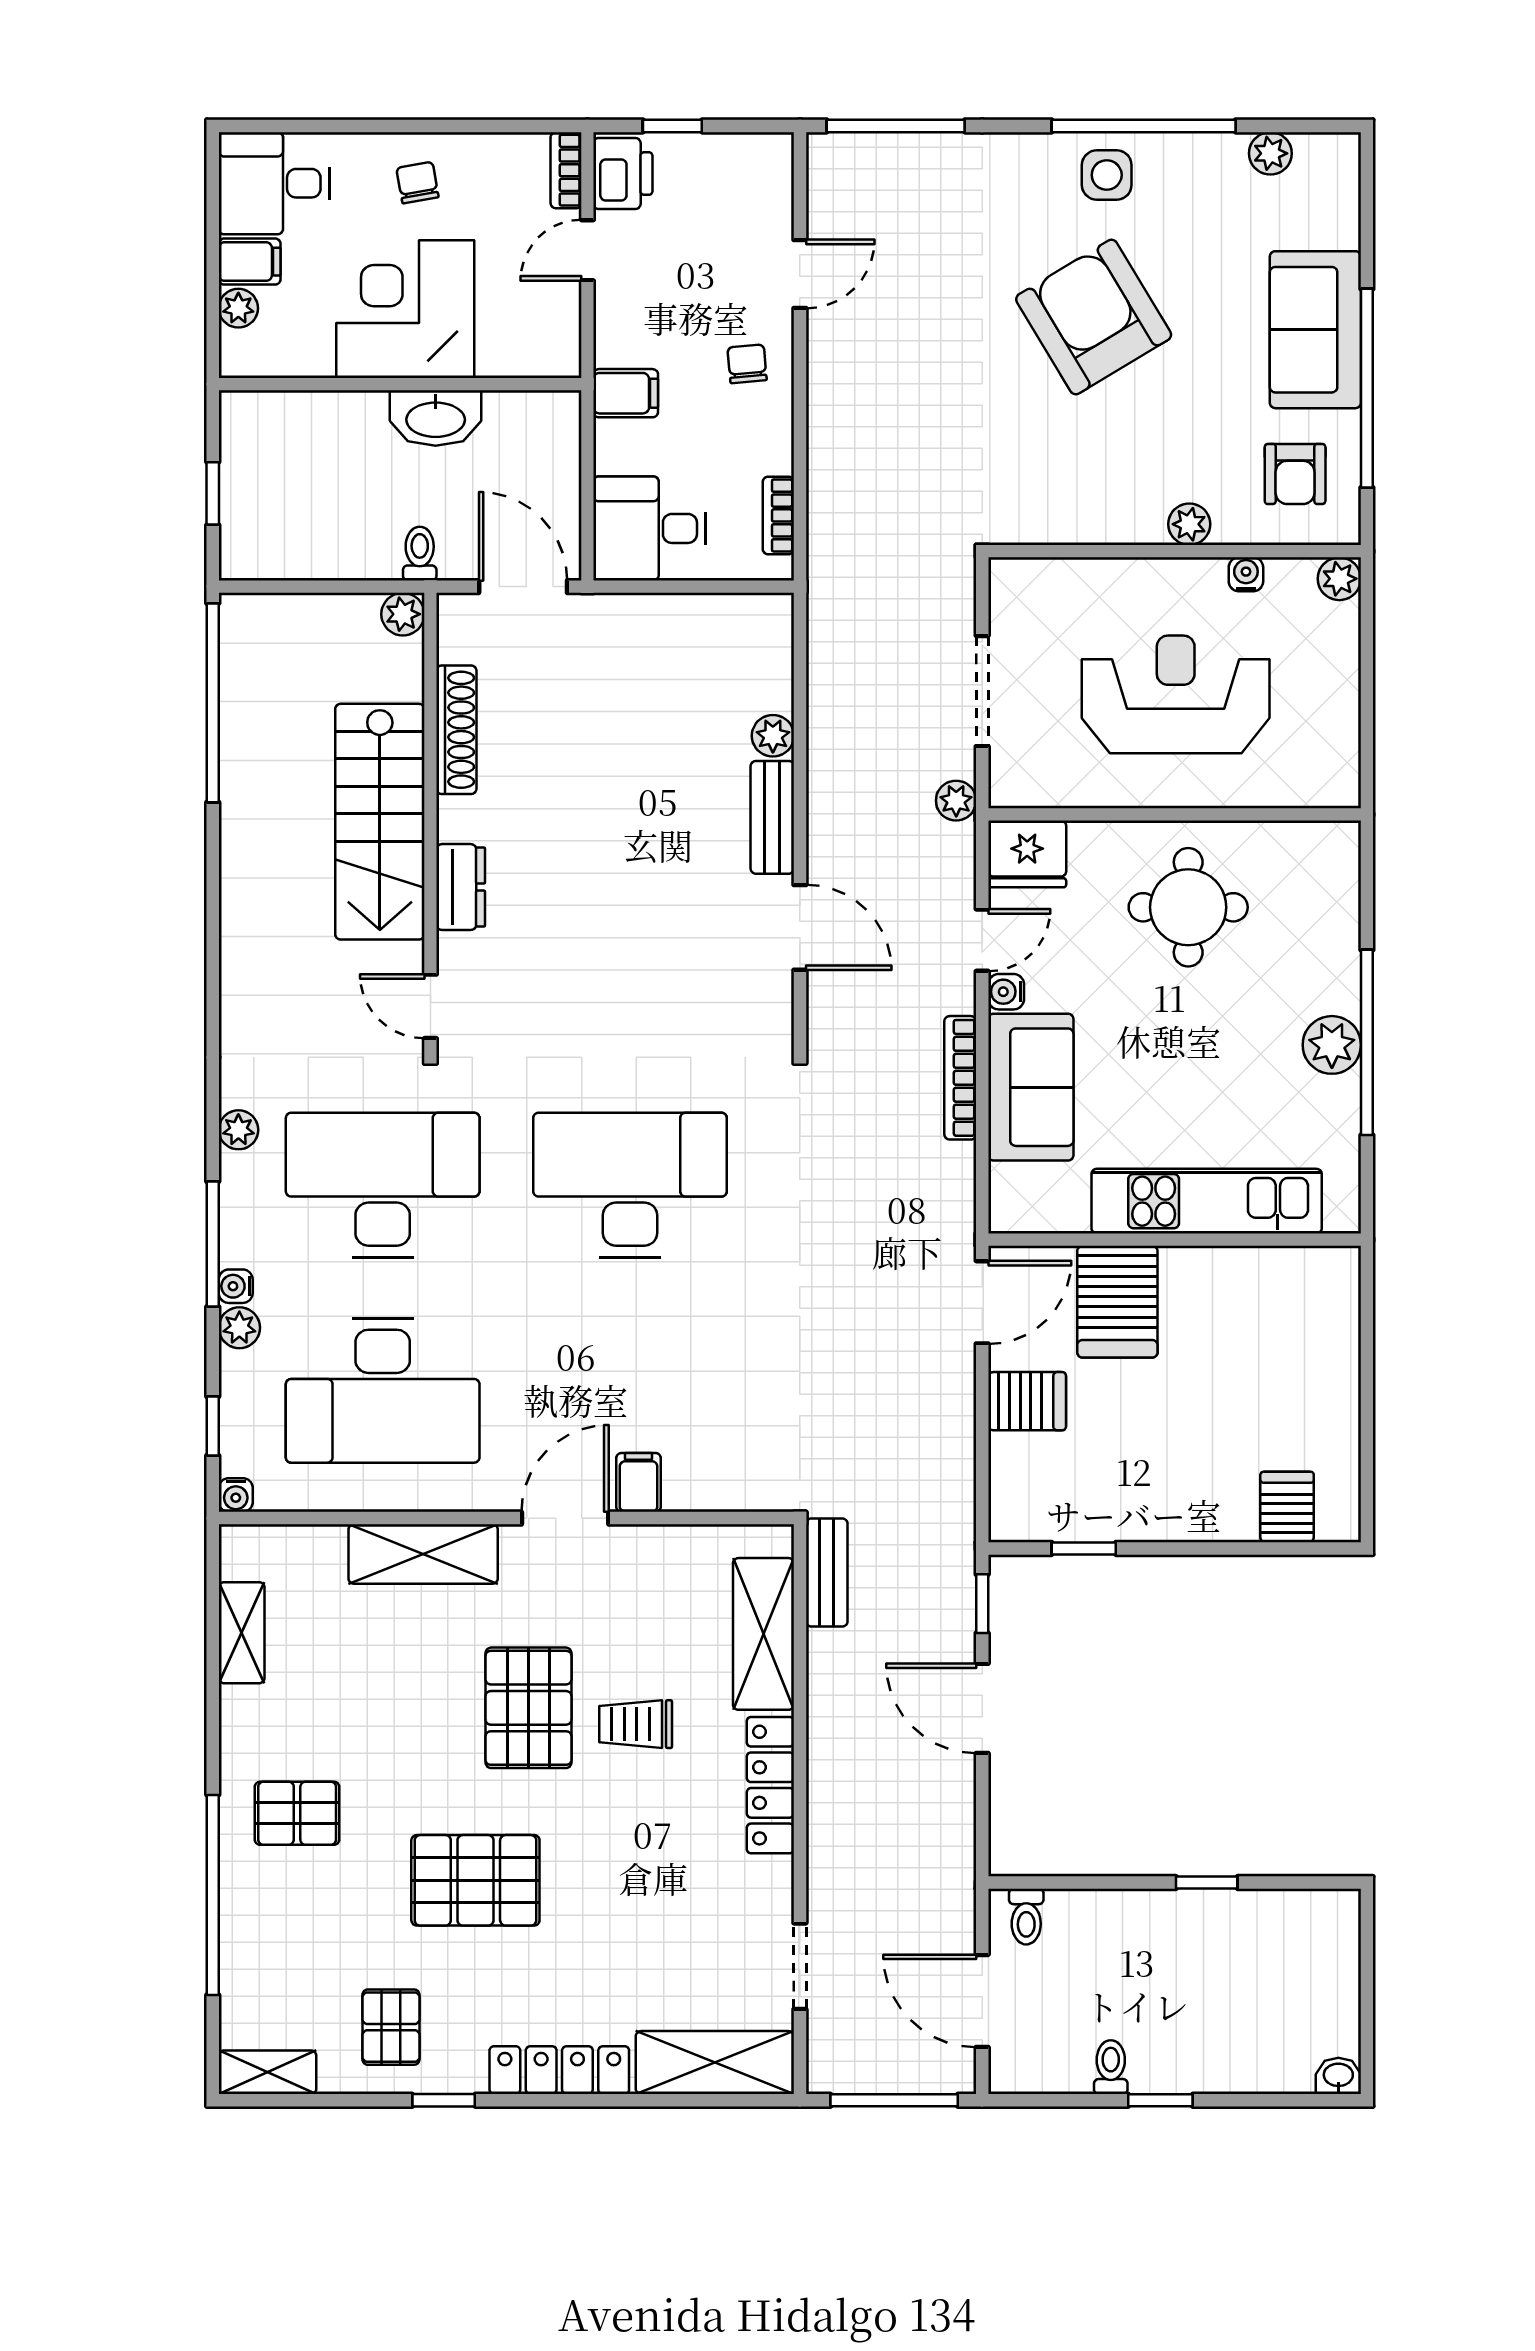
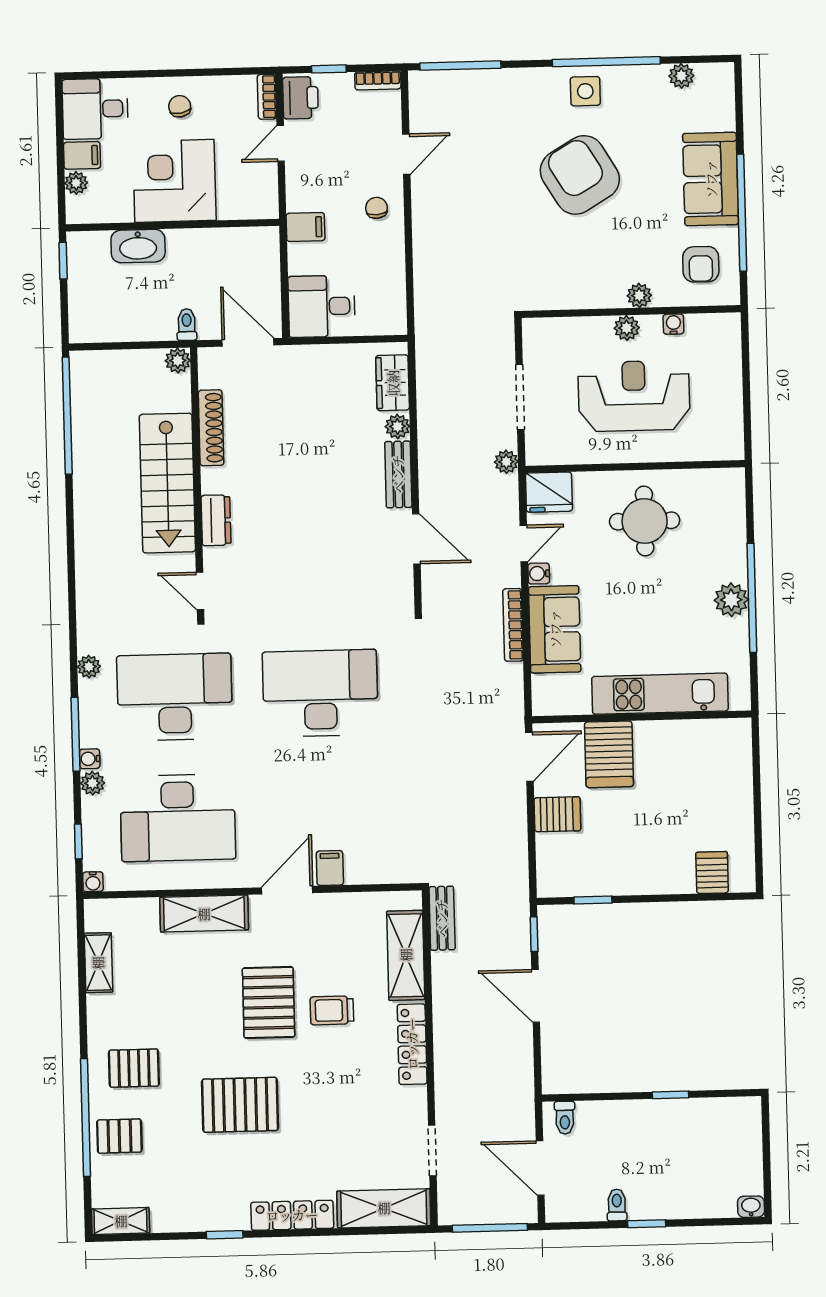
washbasin: (436, 418) -> (138, 246), moved
window: (213, 493) -> (63, 261), moved
bookcase: (778, 515) -> (378, 80), moved, turned -90
plant: (1339, 579) -> (627, 328), moved
wardrobe: (767, 661) -> (393, 383), added
pallet: (391, 2027) -> (119, 1136), moved, turned 90

